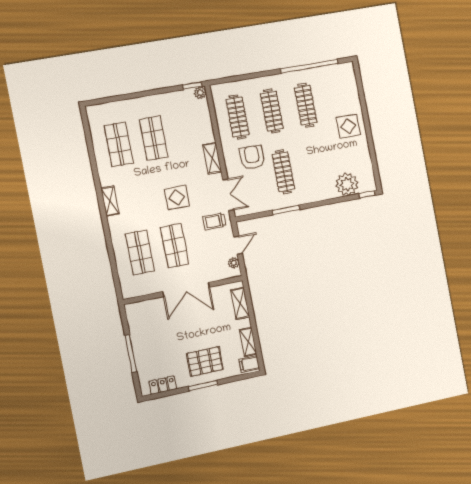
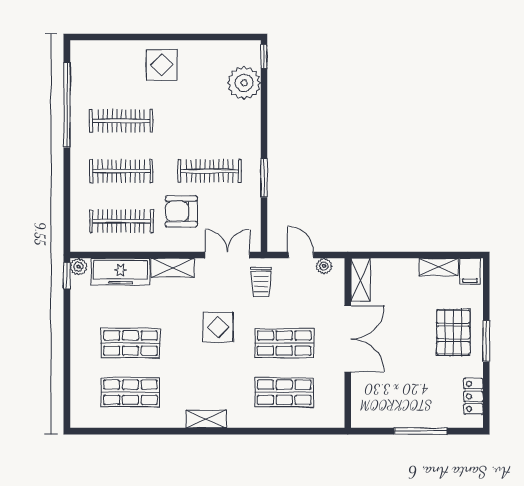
freezer: (202, 123) -> (120, 272), added
shelving: (240, 303) -> (361, 280), moved, turned 90

